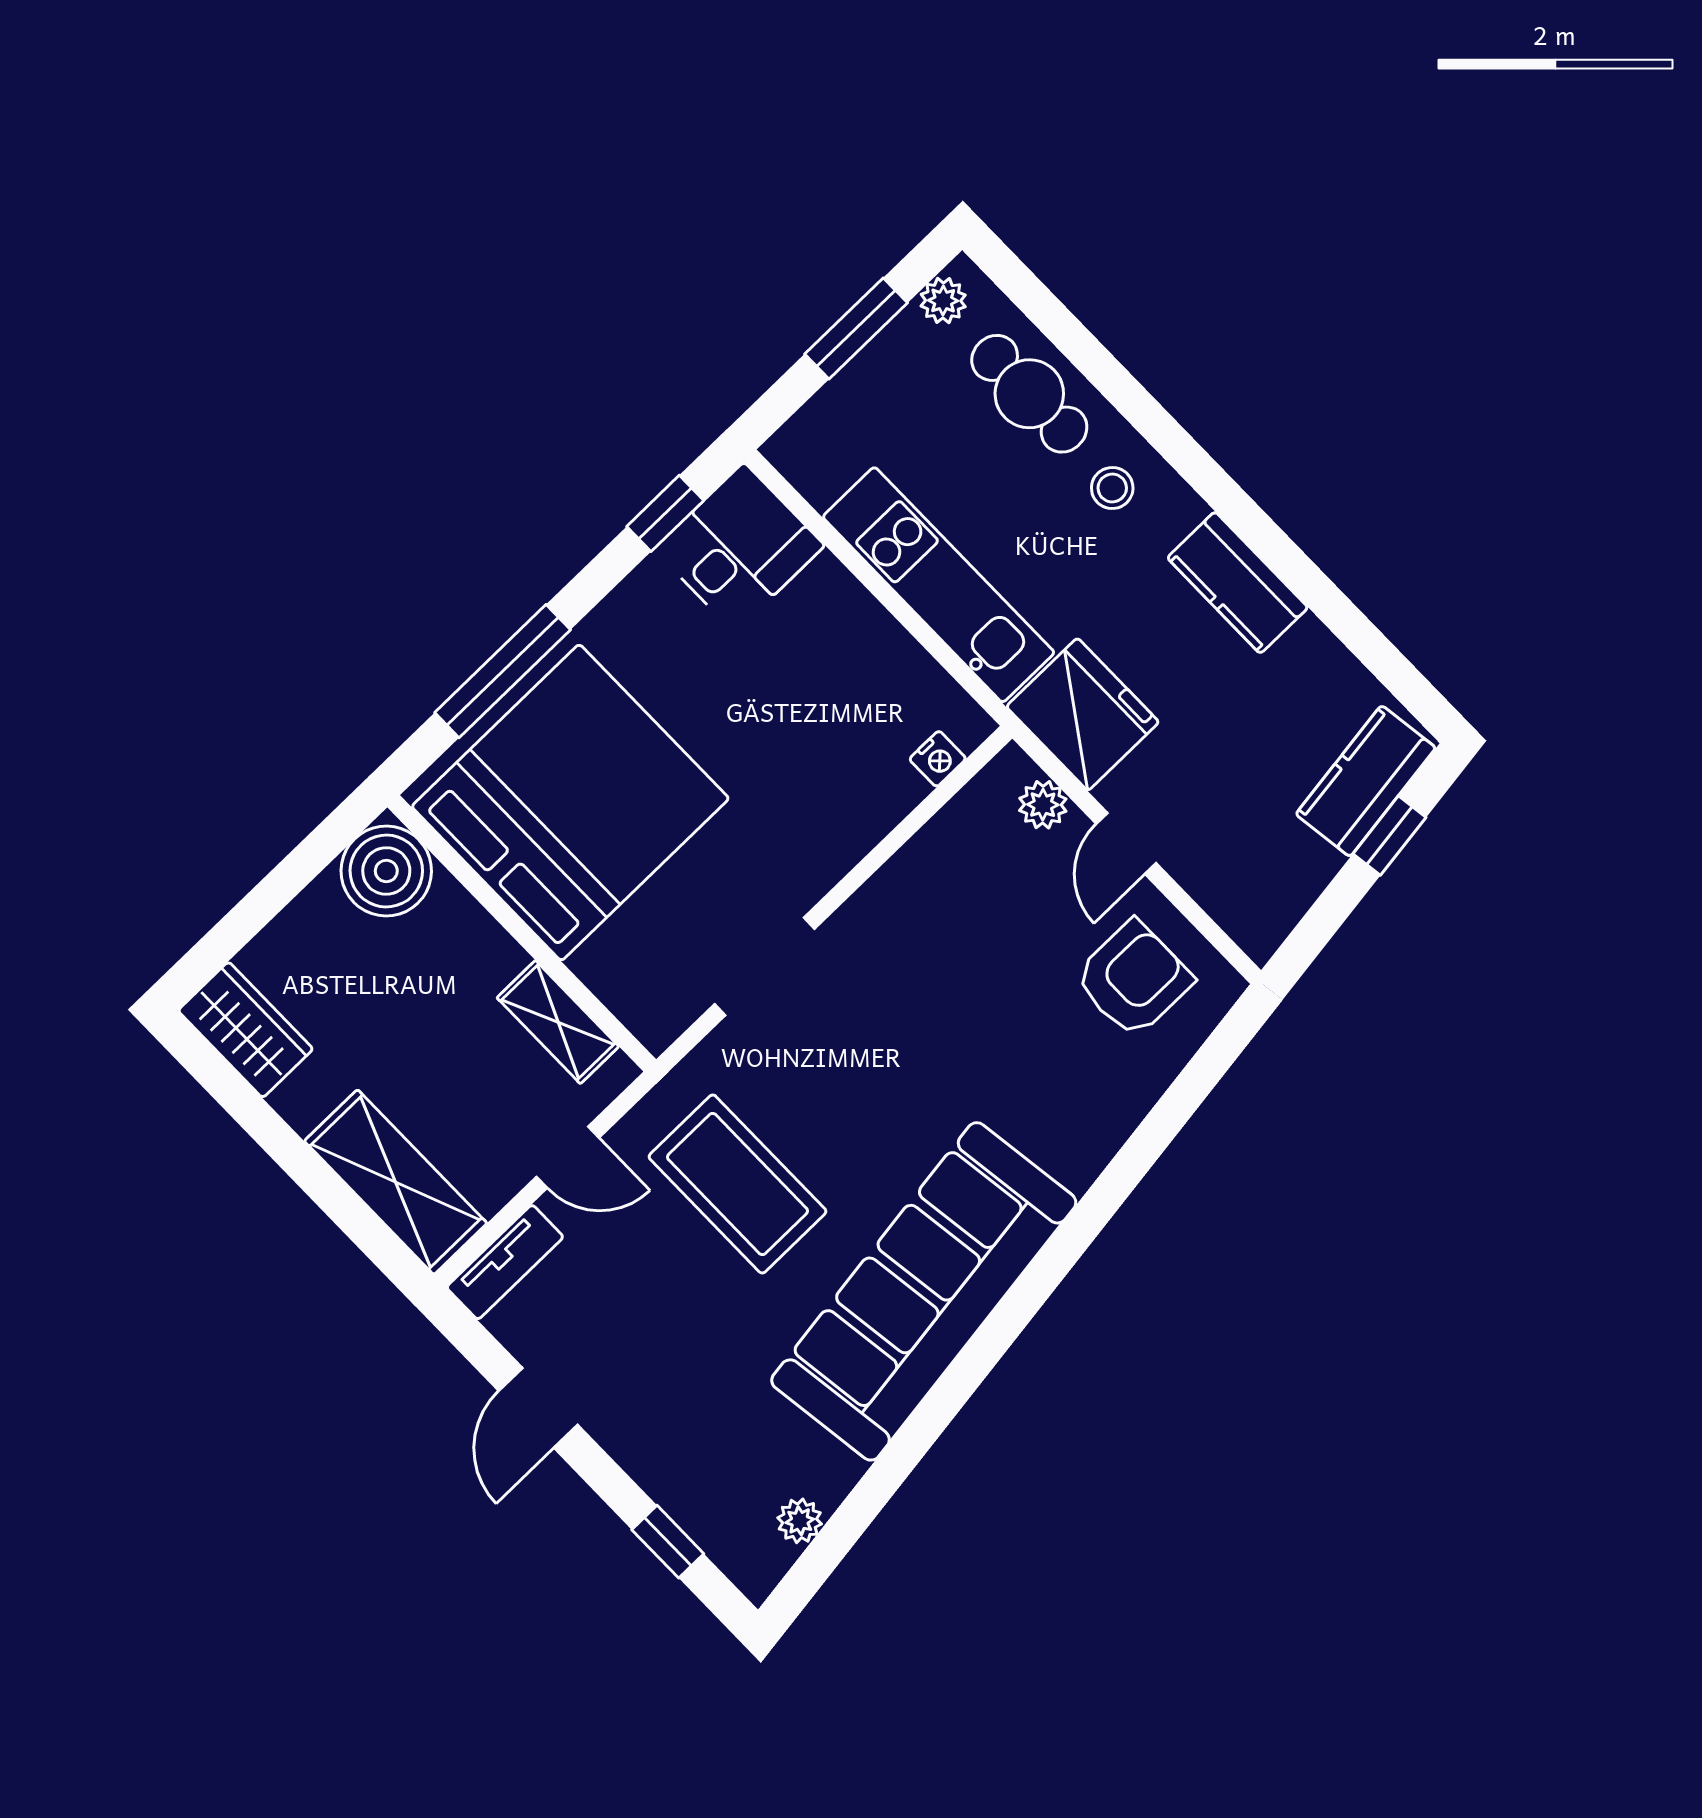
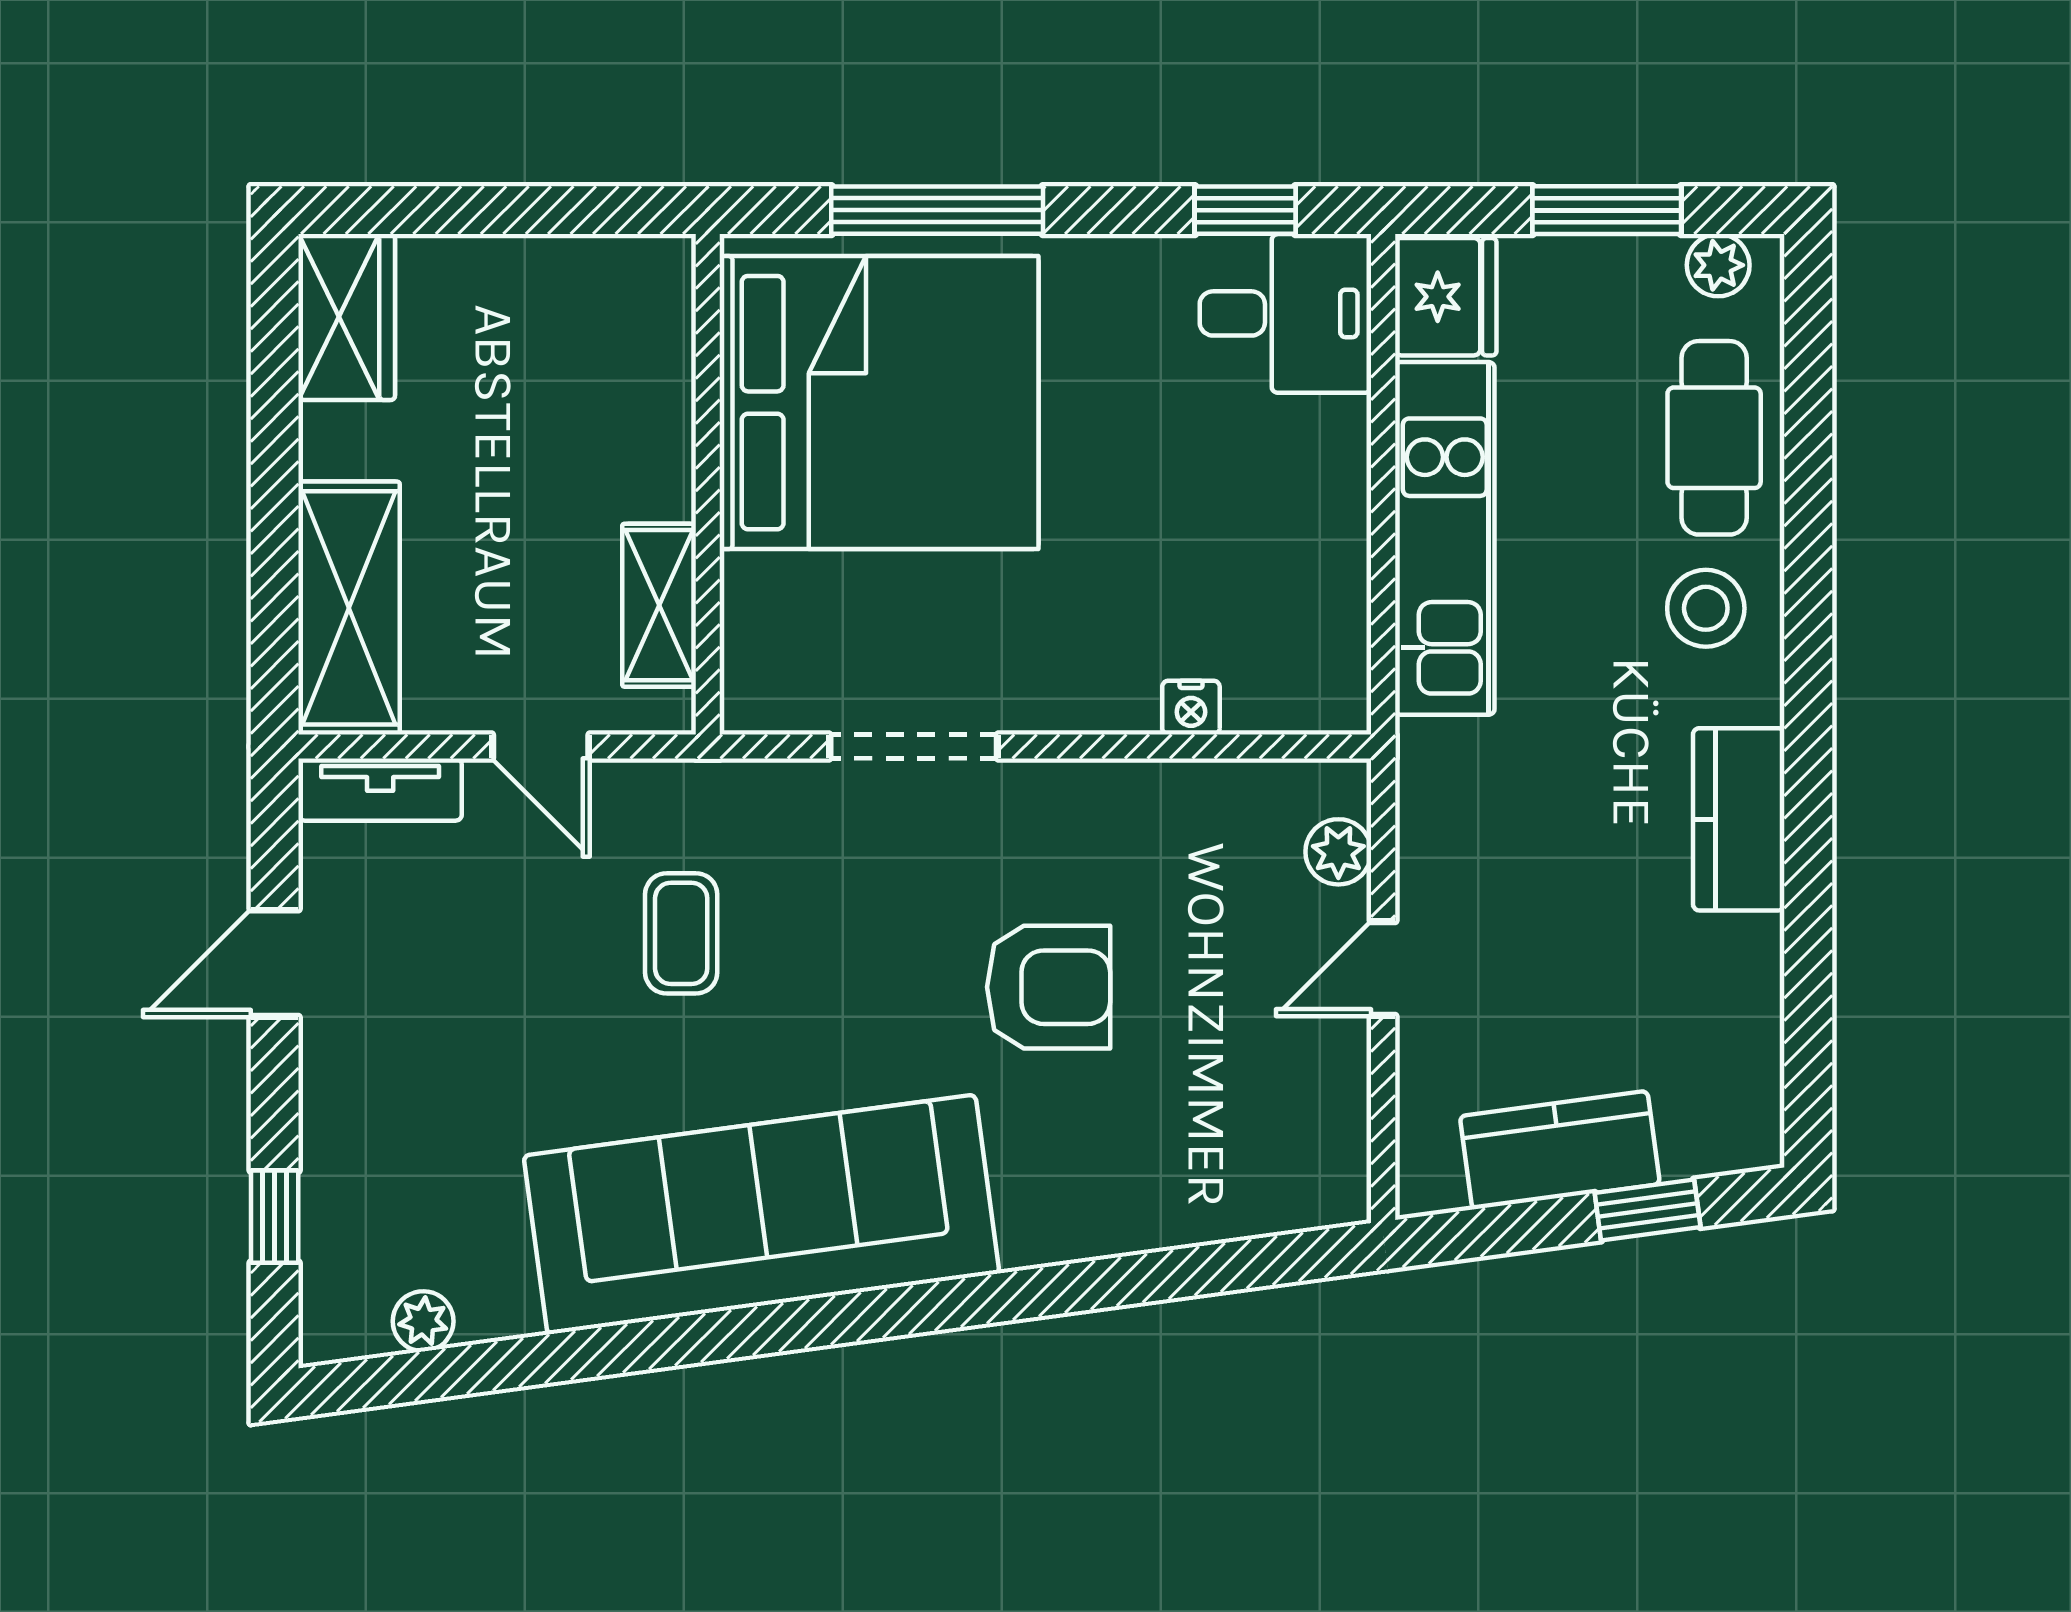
stool: (1112, 488) -> (1706, 608), width x1.37, depth x1.37
fridge: (1083, 714) -> (1446, 297), moved, width x0.73, depth x0.75
nightstand: (938, 759) -> (1191, 708), moved
kitchen counter: (1366, 781) -> (1560, 1150), moved
boiler: (386, 871) -> (634, 295), removed
armchair: (1133, 979) -> (1049, 987), moved
coffee table: (738, 1184) -> (681, 933), width x0.54, depth x0.58

